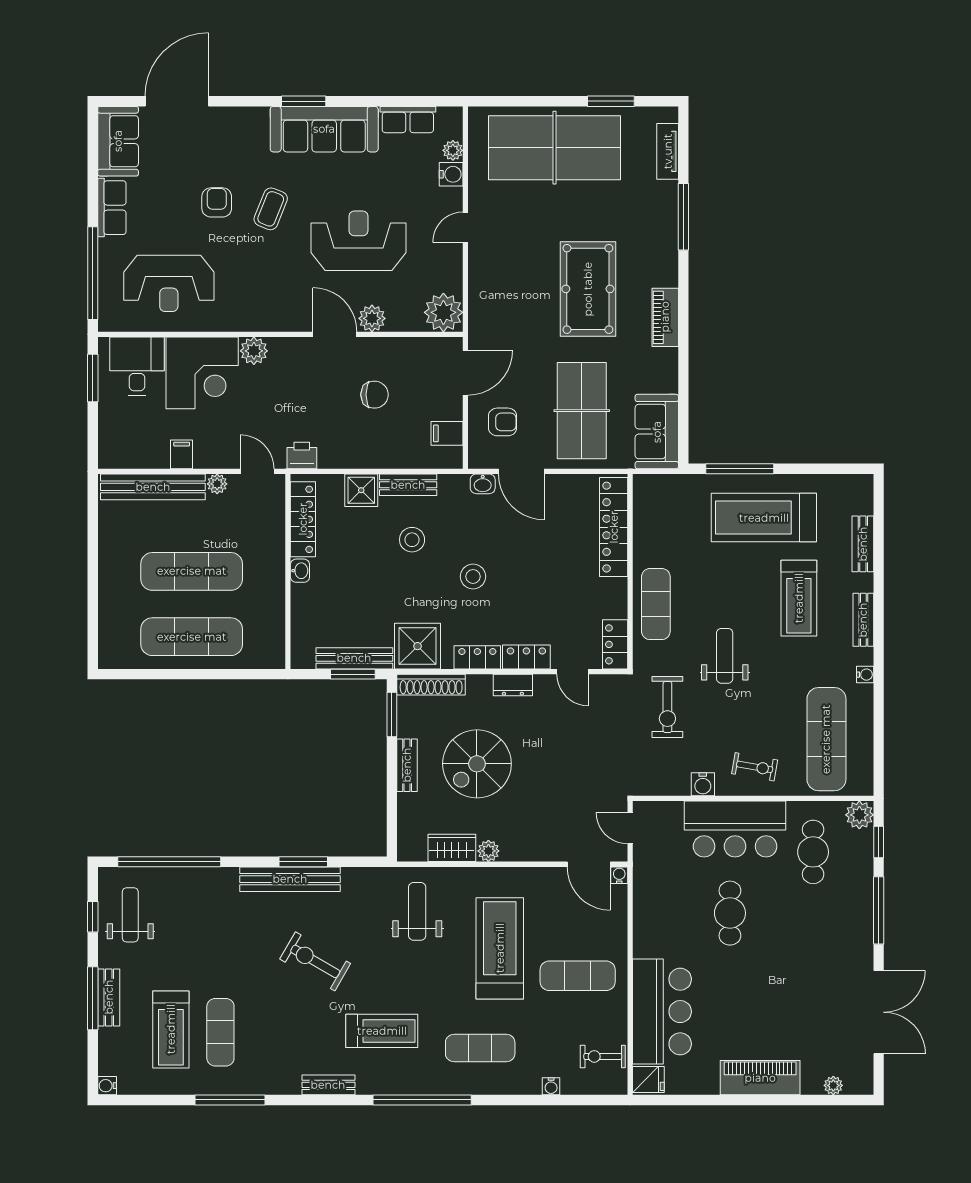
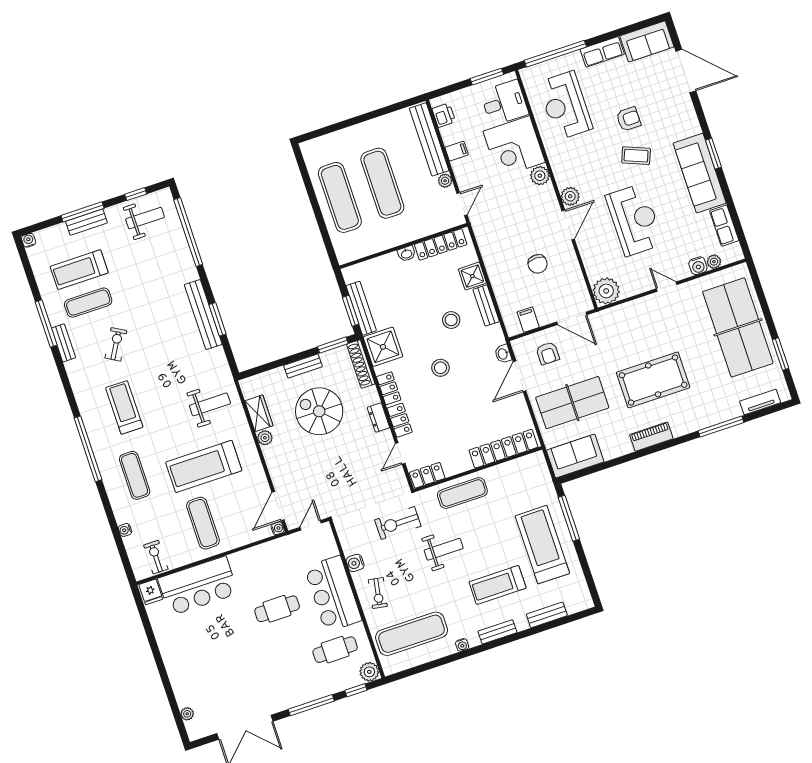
plant: (372, 318) -> (570, 196), moved
printer: (302, 455) -> (444, 115), moved
treadmill: (500, 948) -> (204, 466), turned 180
exercise bike: (315, 961) -> (116, 344), moved, width x0.73, depth x0.72
treadmill: (382, 1031) -> (124, 407), turned 180
piano: (760, 1078) -> (176, 664), removed
bench: (328, 1085) -> (64, 343), moved

